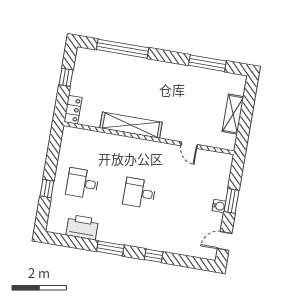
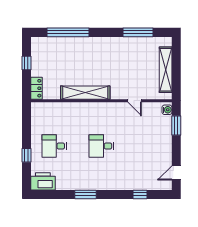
shelving: (233, 114) -> (166, 70), width x1.47
window: (231, 201) -> (176, 125), moved
water cooler: (219, 206) -> (167, 110), moved
printer: (82, 227) -> (43, 181), moved
window: (154, 256) -> (140, 194), moved

